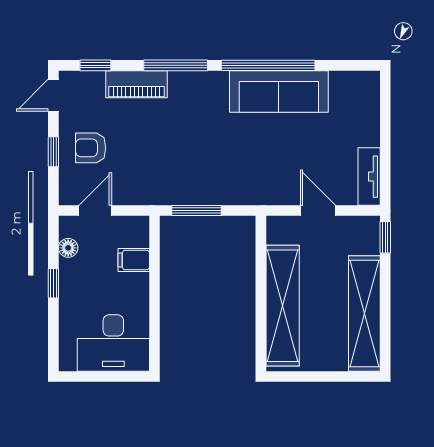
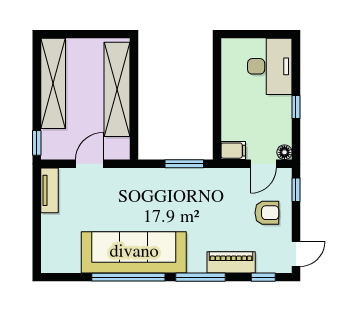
sofa: (279, 92) -> (134, 252), width x1.36, depth x1.27
window: (53, 152) -> (296, 190), moved
door: (318, 211) -> (89, 164), swing flipped
floor lamp: (68, 248) -> (284, 152), moved
filing cabinet: (134, 260) -> (233, 151), moved
desk: (113, 343) -> (270, 66), moved, turned 90

